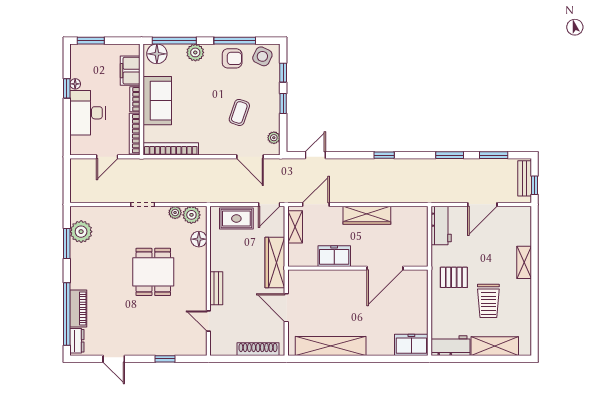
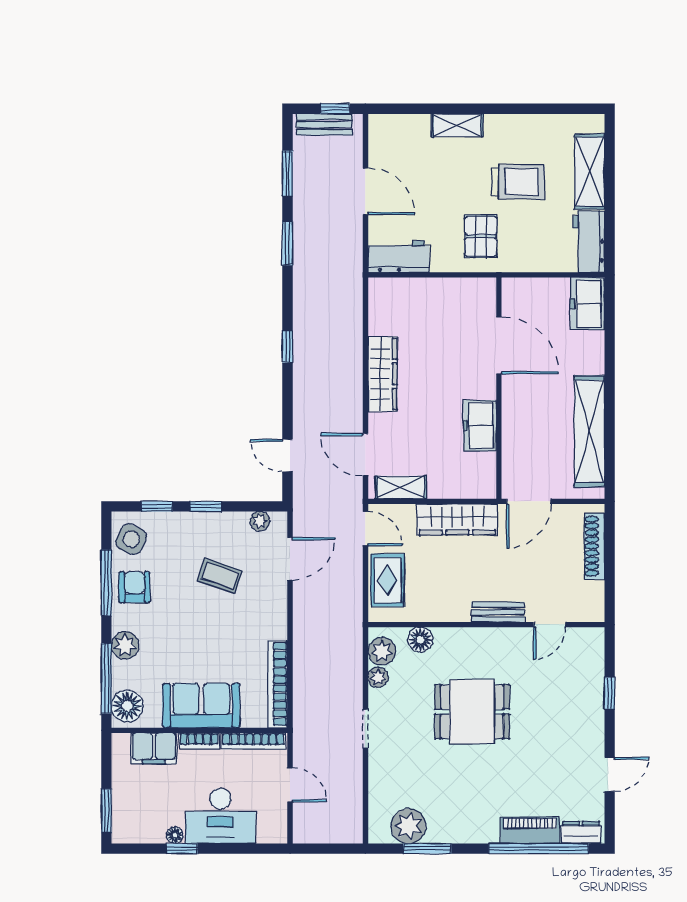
freezer: (334, 256) -> (480, 426), moved
wall: (358, 268) -> (499, 388), moved
door: (385, 268) -> (499, 345), moved

